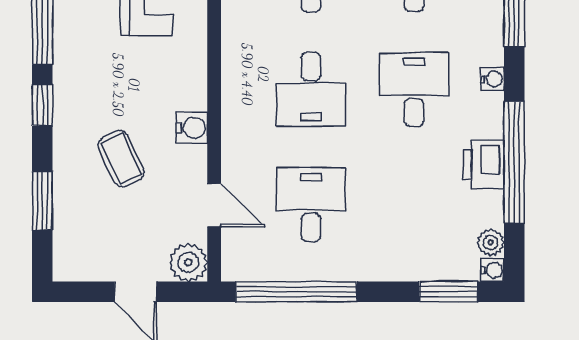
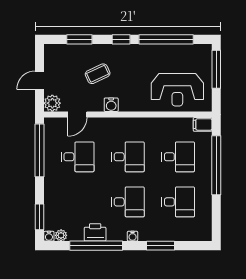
desk: (311, 90) -> (128, 157), turned 180

